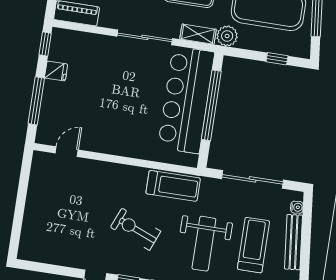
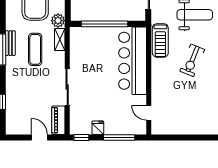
sliding door: (145, 37) -> (67, 87), moved
bar counter: (186, 100) -> (133, 61), moved, turned 90
treadmill: (173, 186) -> (160, 40), turned 180

